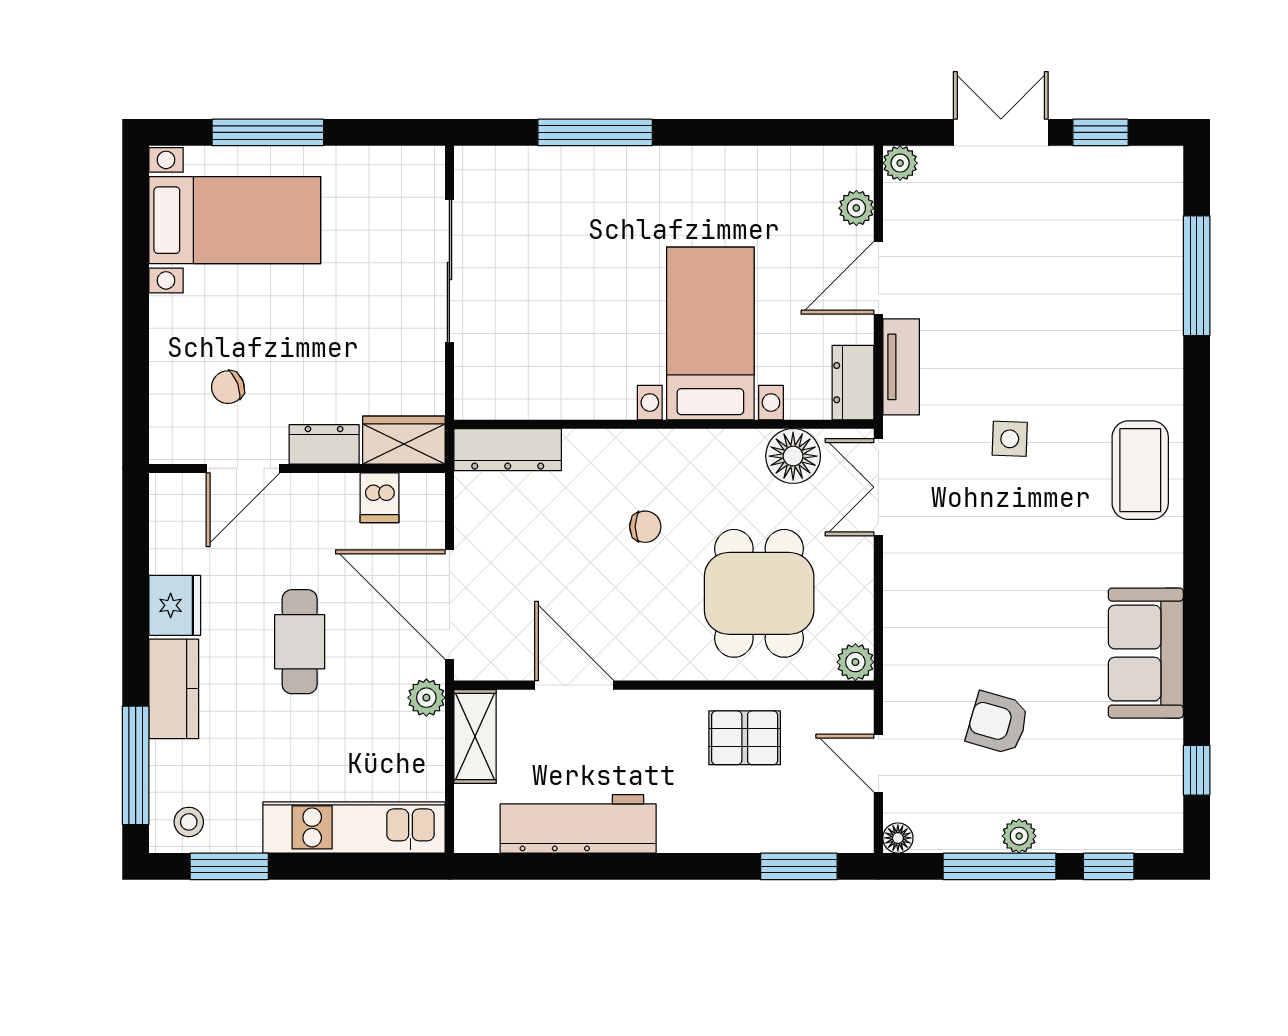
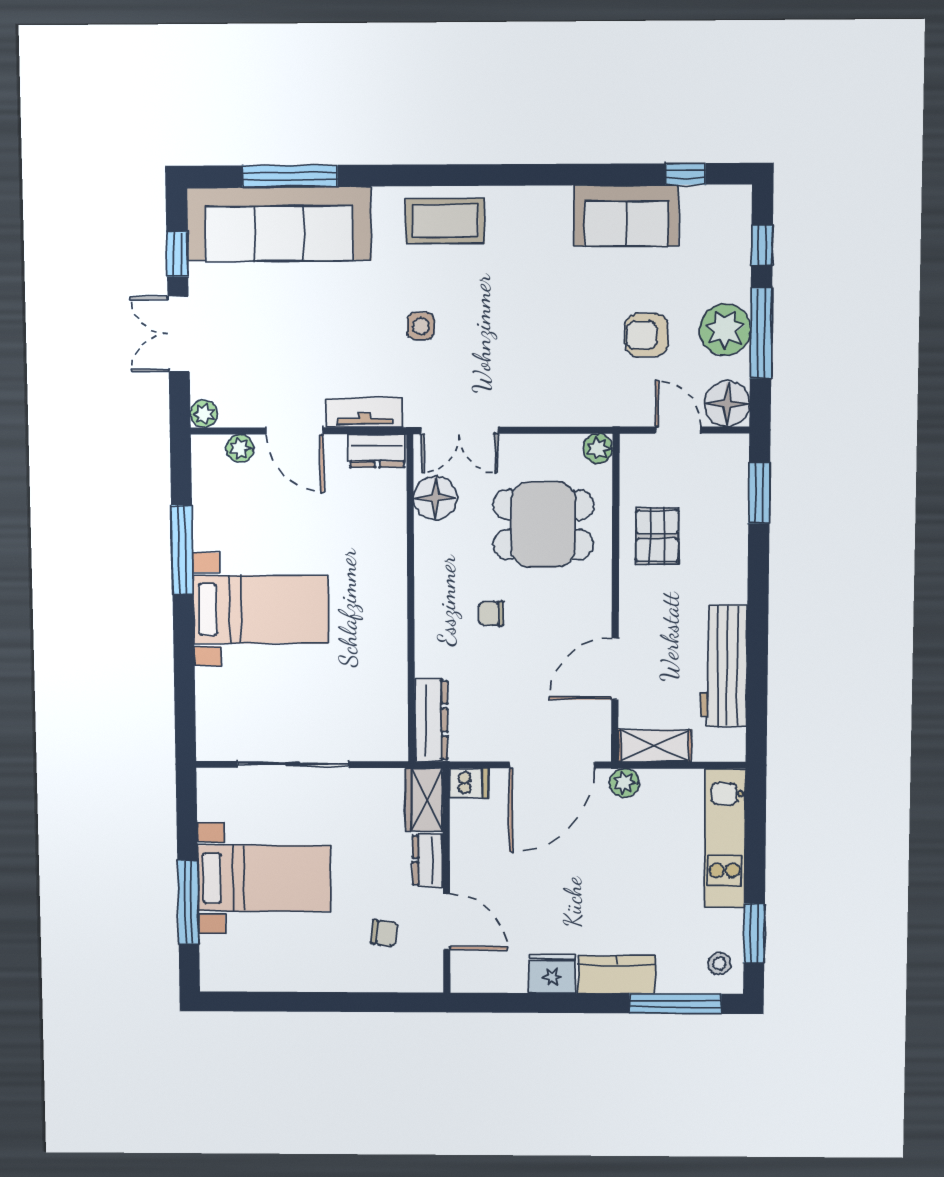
window: (595, 132) -> (182, 550), moved
bed with nightstands: (235, 220) -> (264, 878), moved, turned 90
sofa: (1137, 261) -> (279, 224), added
bed with nightstands: (710, 333) -> (261, 609), moved, turned 180
chair: (228, 387) -> (384, 933), turned -62
dishwasher: (379, 498) -> (469, 783), moved
chair: (645, 527) -> (491, 614), turned -90
cafe table: (300, 642) -> (580, 879), removed
sofa: (1146, 653) -> (626, 216), moved
armchair: (998, 723) -> (647, 335), turned 74
door: (878, 763) -> (678, 430), swing flipped
plant: (1019, 836) -> (725, 329), width x1.87, depth x1.87
floor lamp: (898, 838) -> (727, 404), width x1.89, depth x1.89

